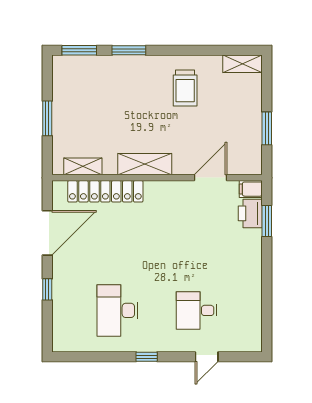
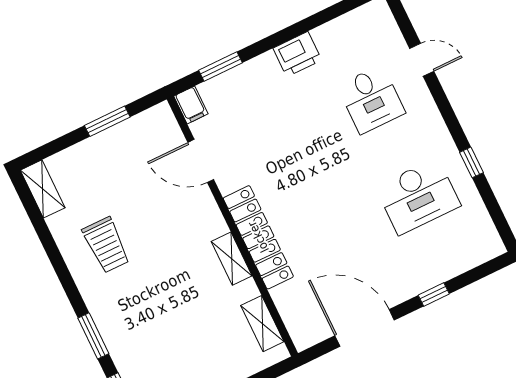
trolley: (185, 88) -> (106, 245), turned 90
shelving: (145, 164) -> (232, 259), width x0.67, depth x0.75
locker: (105, 191) -> (258, 237), moved
printer: (250, 213) -> (297, 54), moved
window: (147, 357) -> (471, 162), moved

